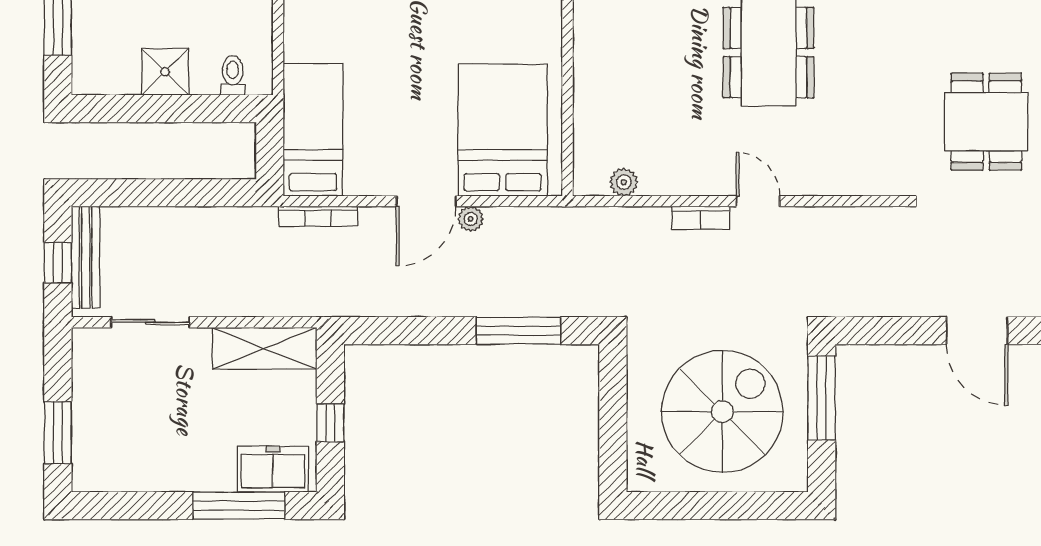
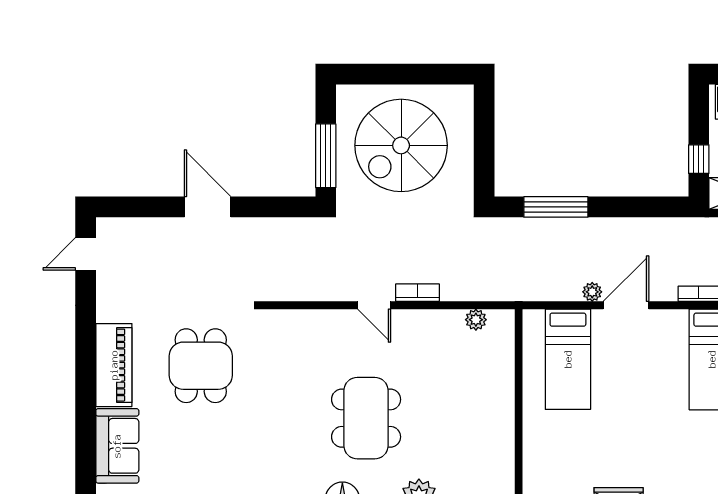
bed: (503, 130) -> (568, 359), width x0.67
window: (330, 423) -> (699, 159), moved

